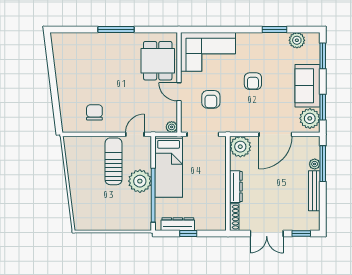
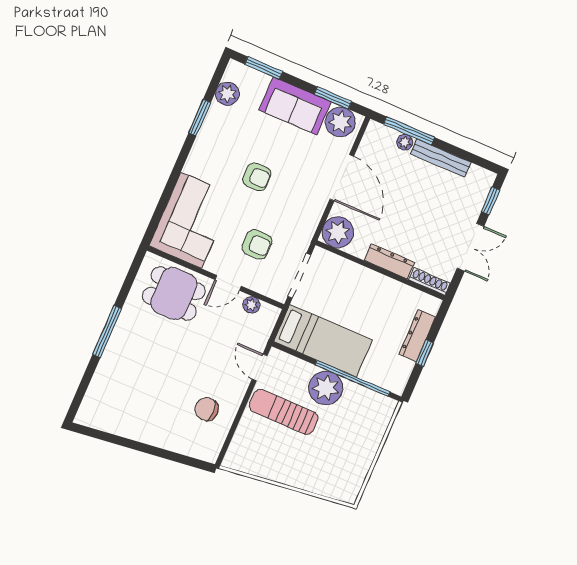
plant: (172, 127) -> (251, 305), moved
dresser: (178, 224) -> (417, 336), moved

